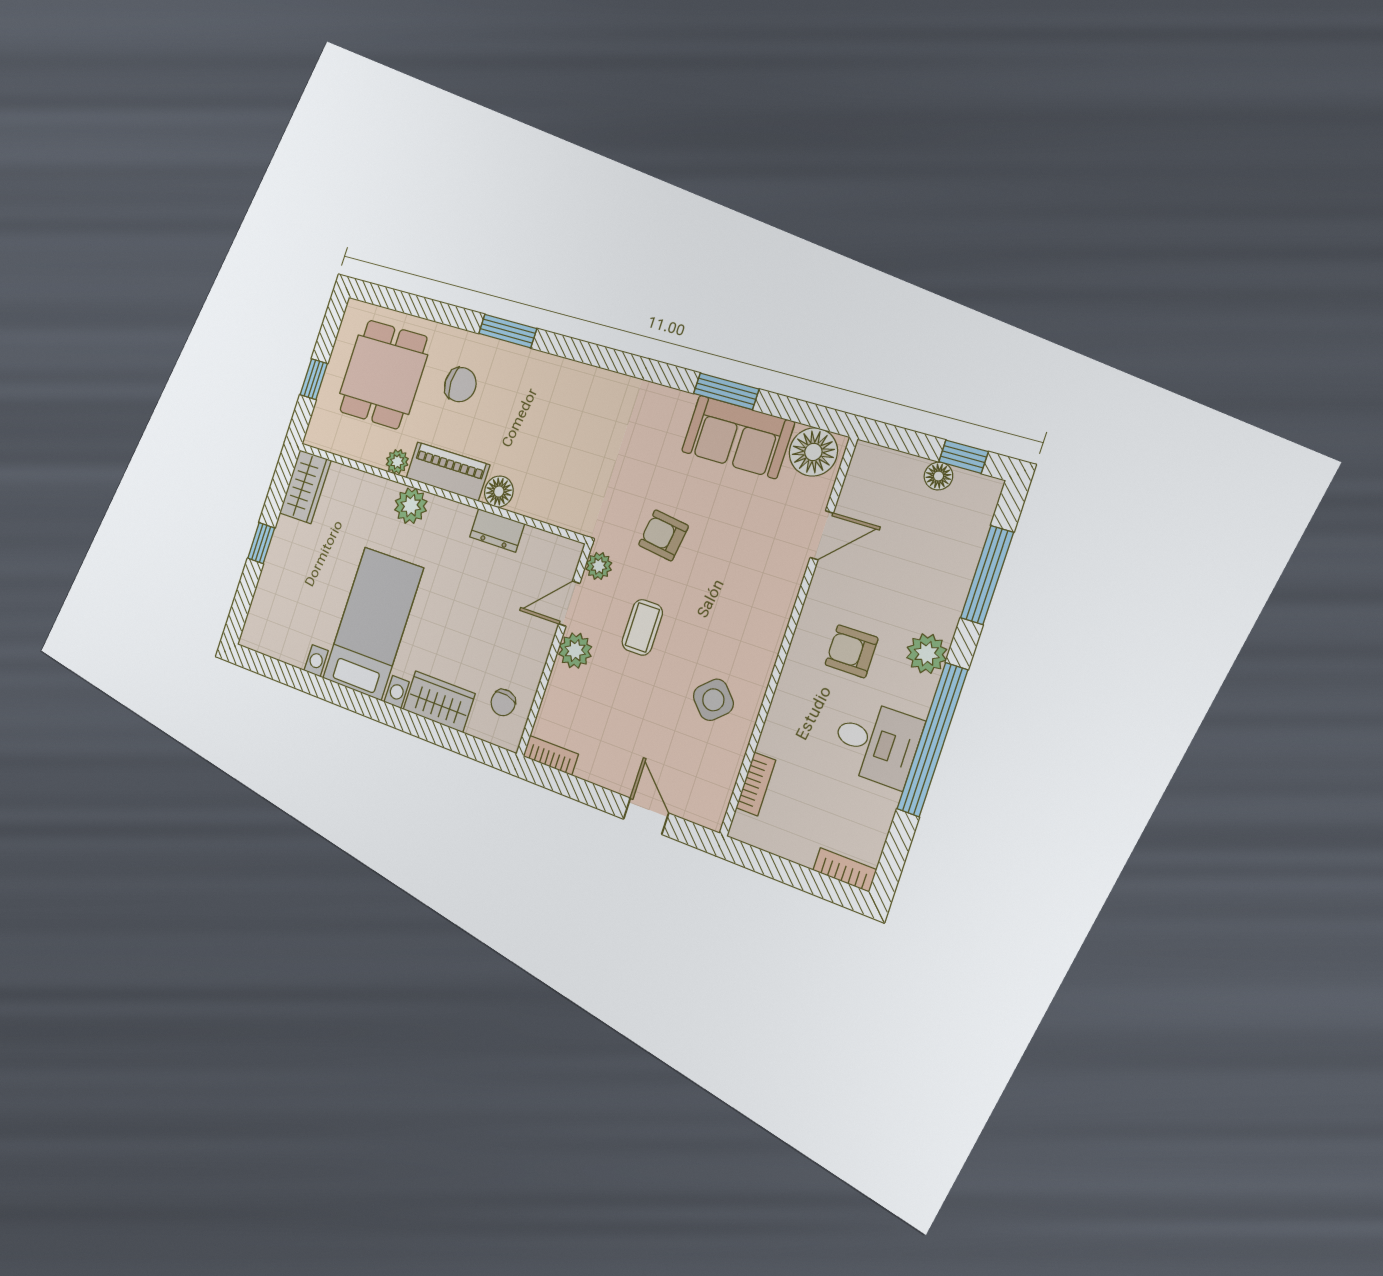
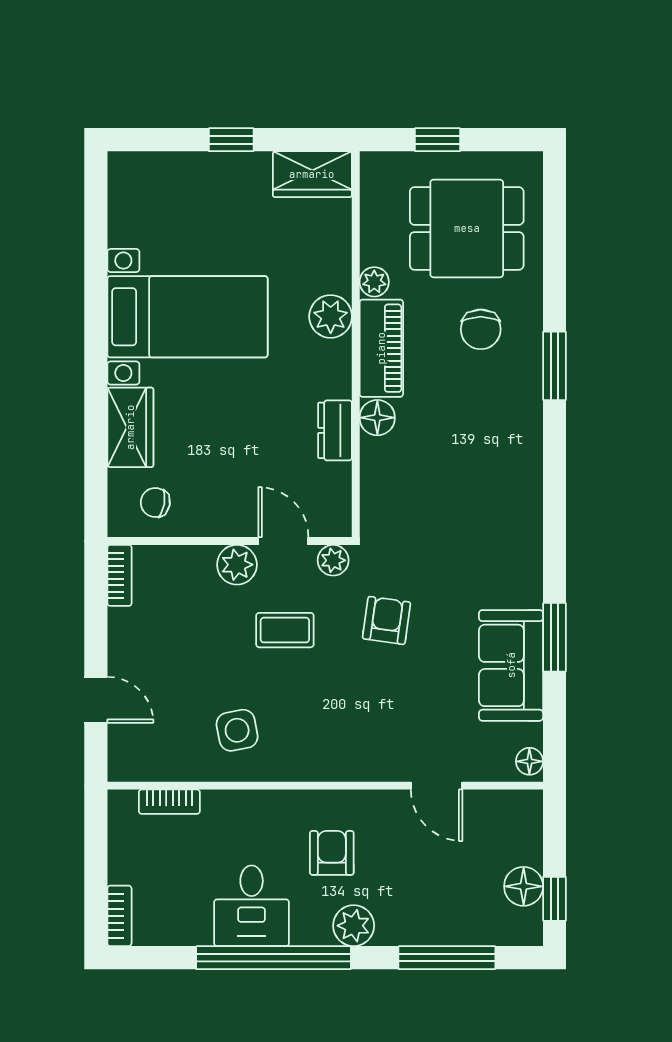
floor lamp: (813, 452) -> (529, 761), width x0.53, depth x0.53
floor lamp: (938, 476) -> (524, 886), width x1.37, depth x1.37
side table: (713, 700) -> (237, 730), turned 32
door: (646, 816) -> (96, 700), hinge flipped

